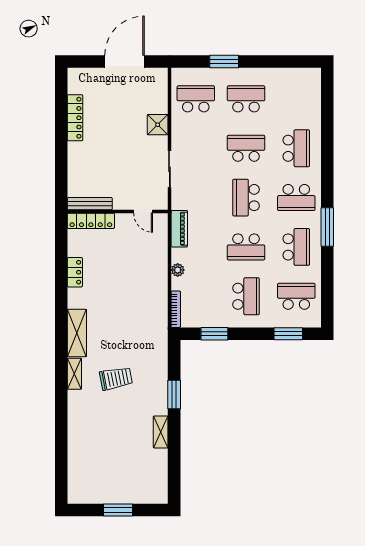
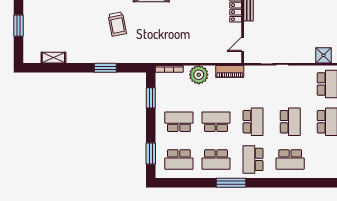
shower: (158, 125) -> (324, 55), moved
school desk: (246, 198) -> (253, 122), turned 90
school desk: (246, 247) -> (216, 122), turned 90
plant: (178, 270) -> (199, 75), width x1.87, depth x1.87
school desk: (246, 296) -> (179, 122), turned 180
school desk: (296, 296) -> (179, 159), turned 90
shelving: (161, 432) -> (53, 58), moved

